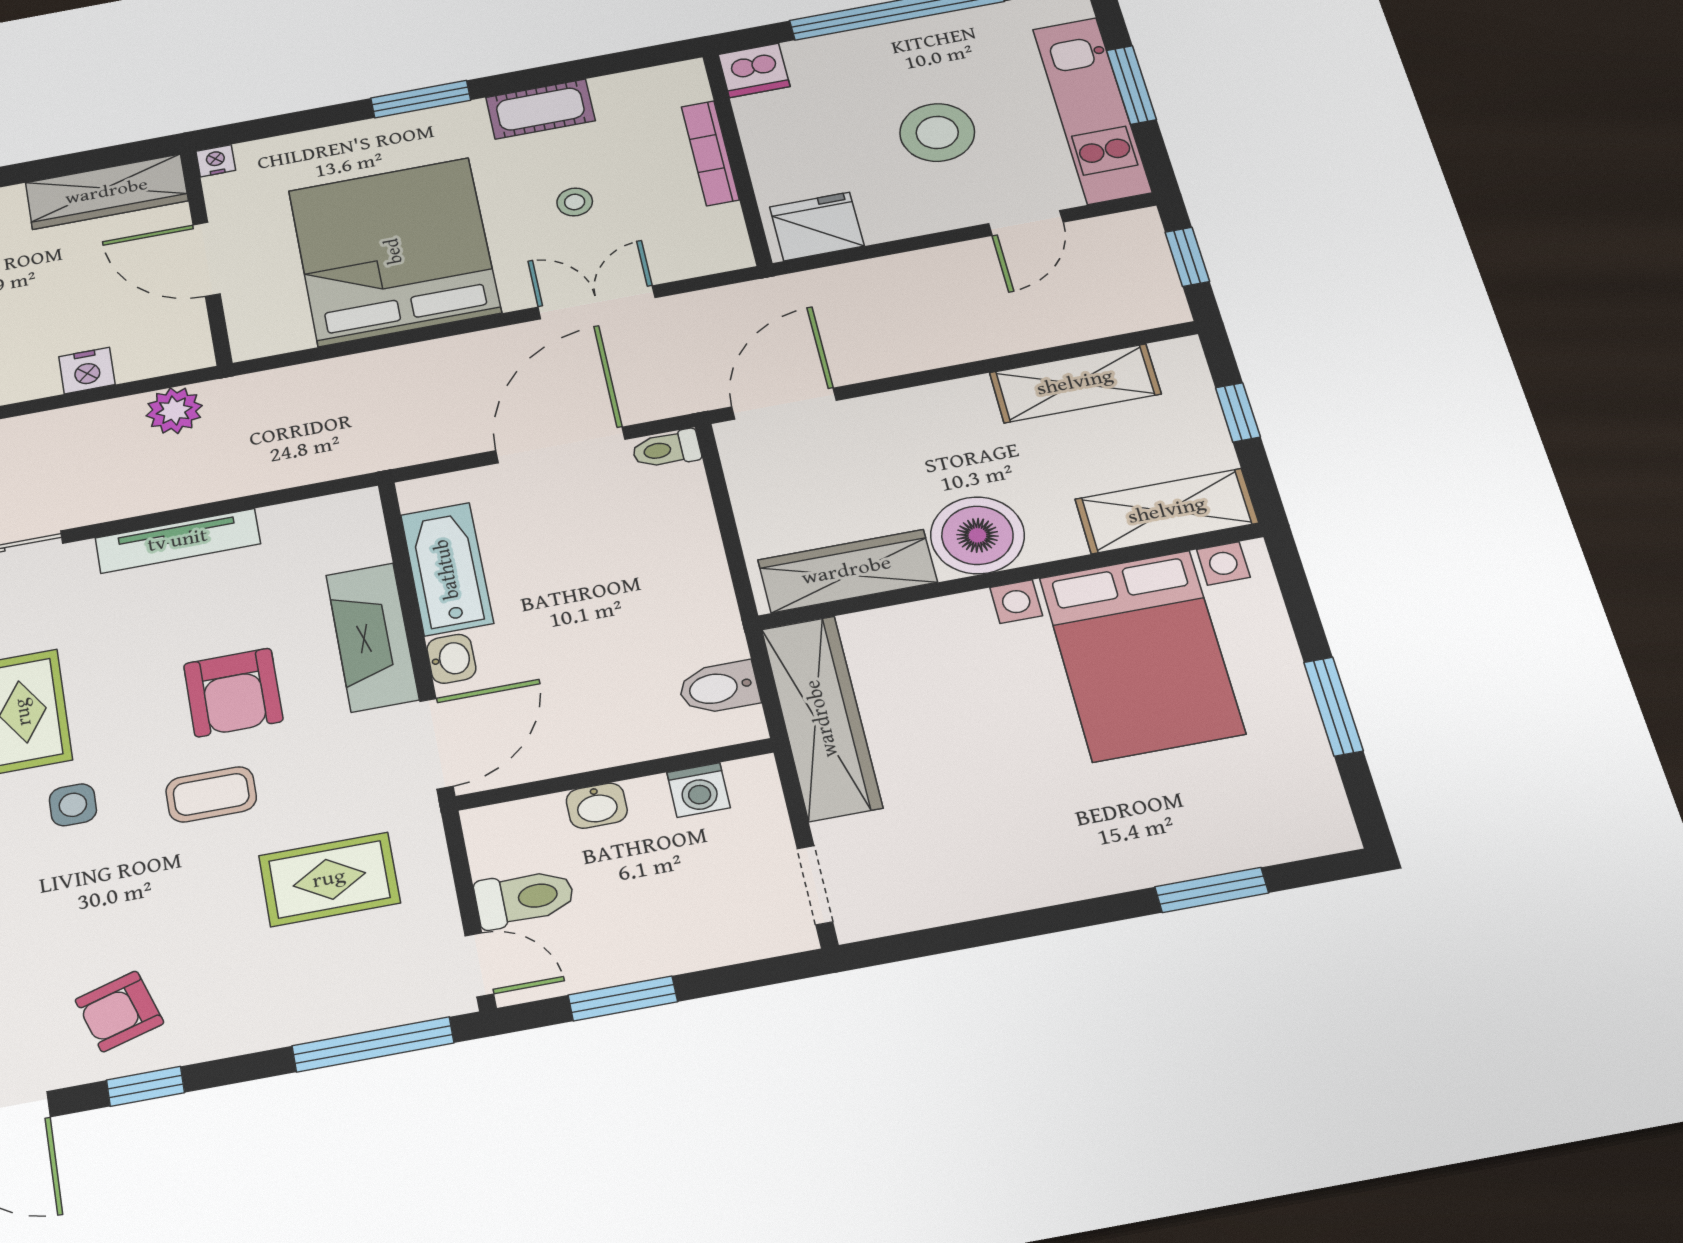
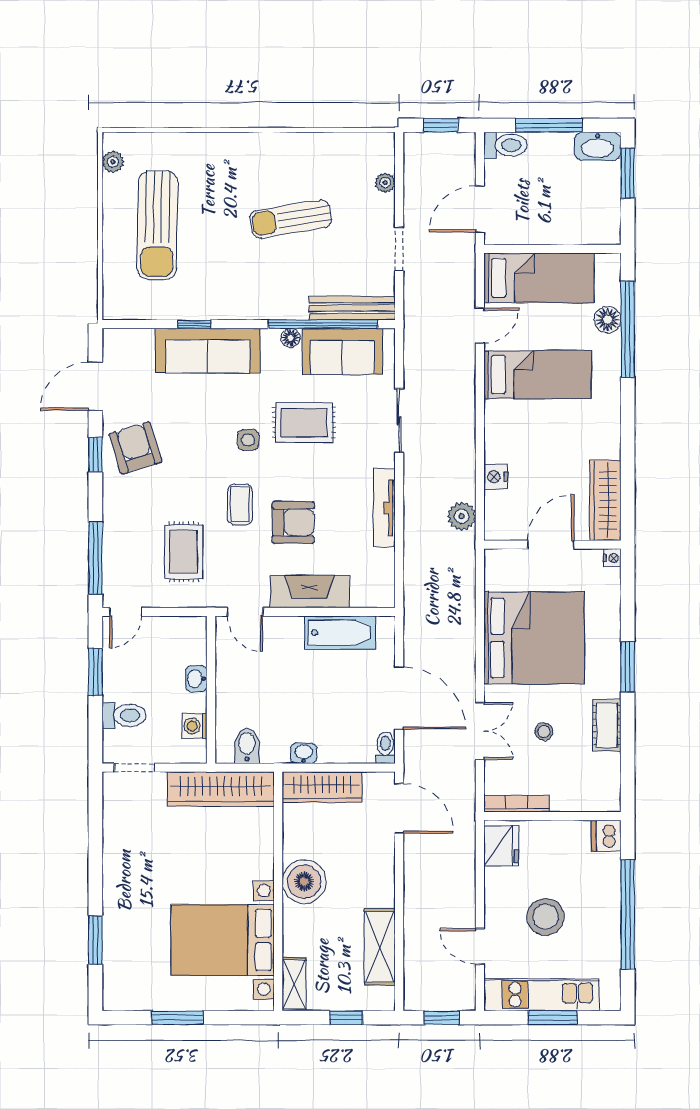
bookcase: (710, 153) -> (517, 804), moved
shelving: (1167, 511) -> (294, 984), width x0.67, depth x0.75
wardrobe: (847, 571) -> (322, 787), moved, turned 90
washbasin: (451, 659) -> (304, 753), moved, turned 180
armchair: (233, 692) -> (293, 522), turned 180
door: (436, 743) -> (245, 612), width x0.73
toilet: (525, 898) -> (124, 715), moved, turned -90
armchair: (119, 1011) -> (136, 448), width x1.38, depth x1.38

